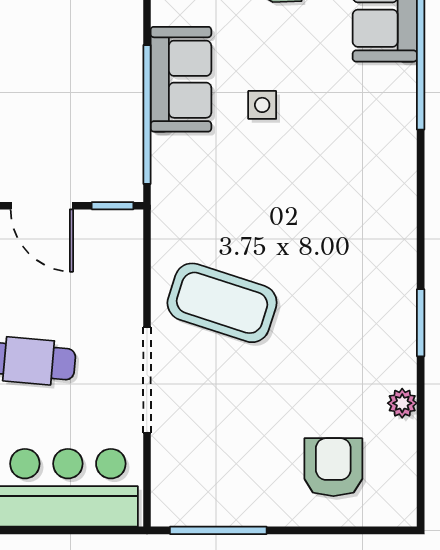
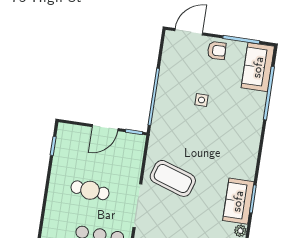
sofa: (181, 79) -> (238, 201), moved, turned 180
door: (42, 206) -> (105, 128), hinge flipped

